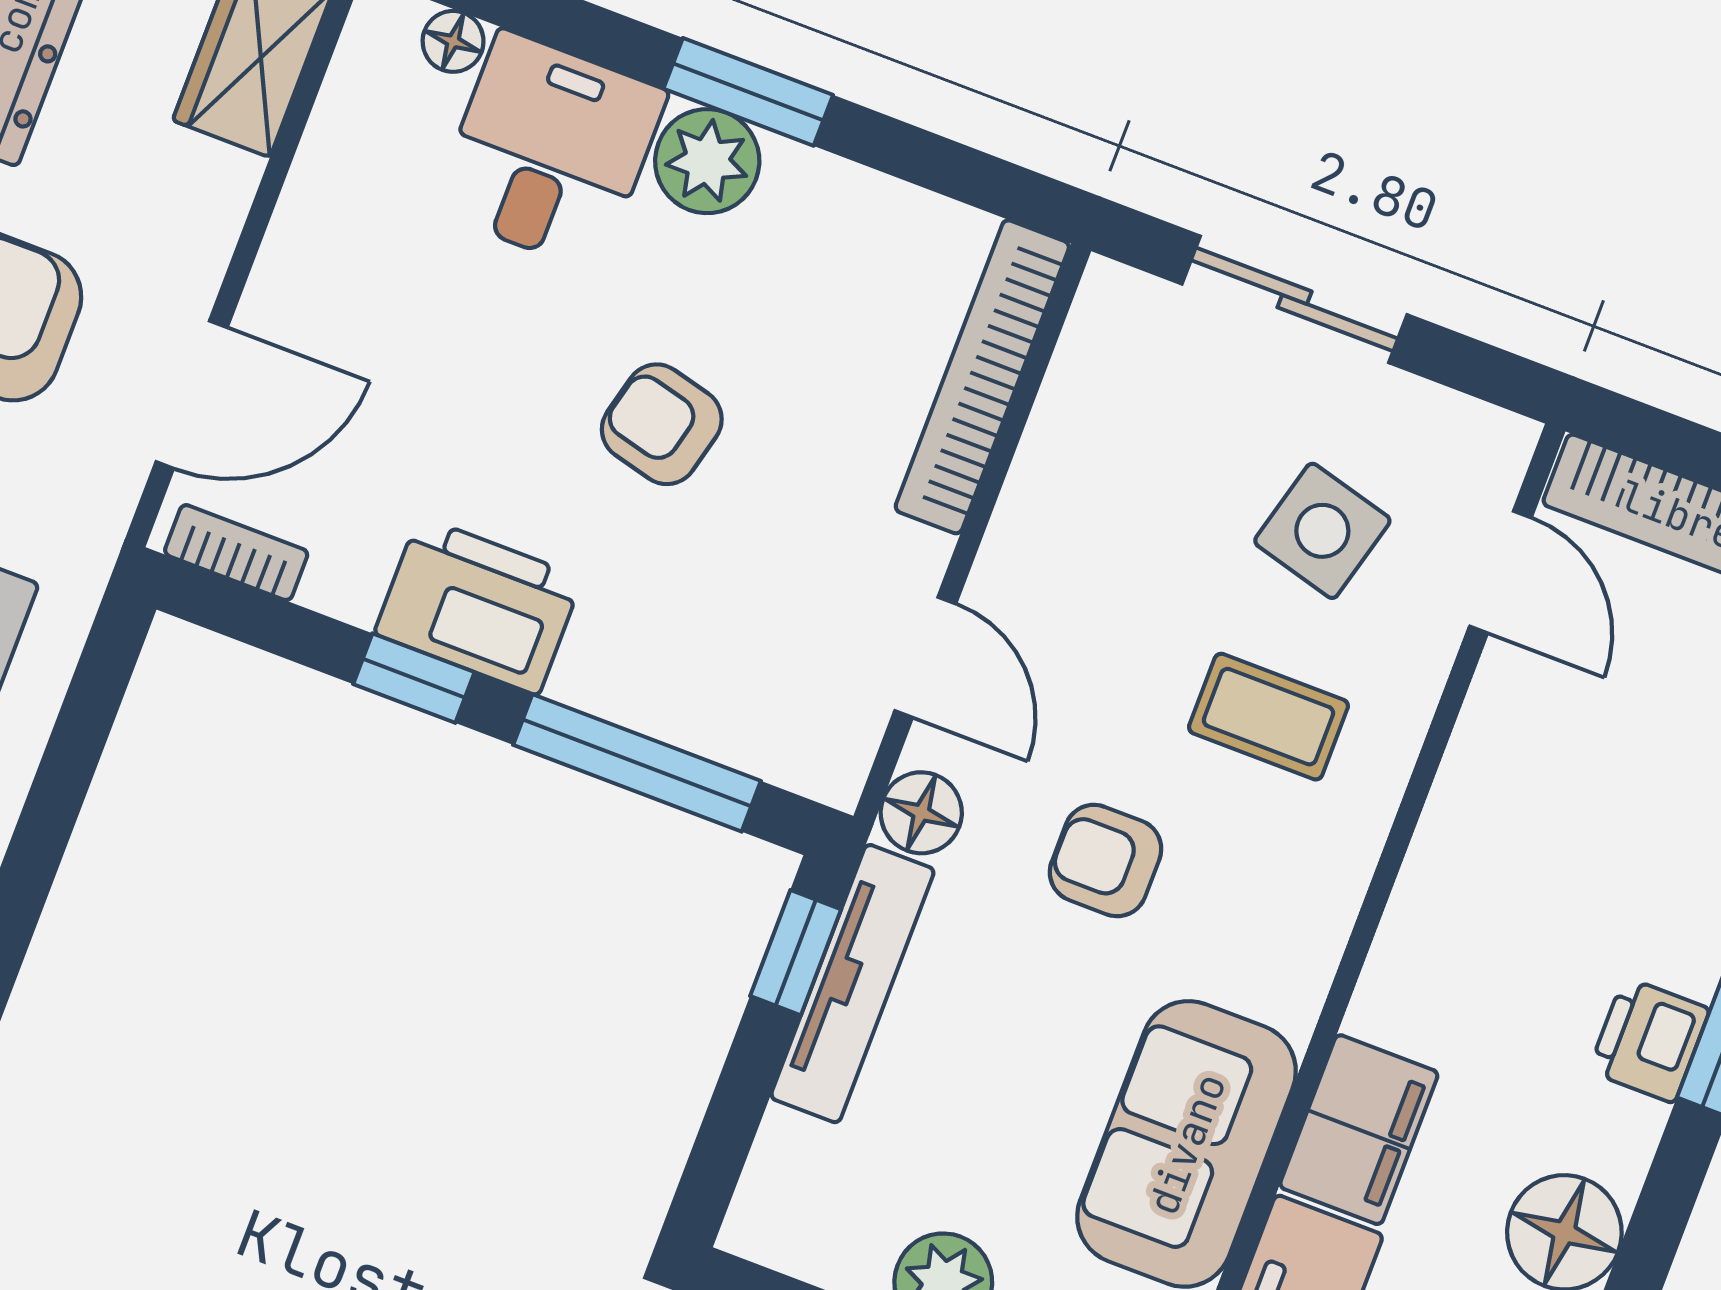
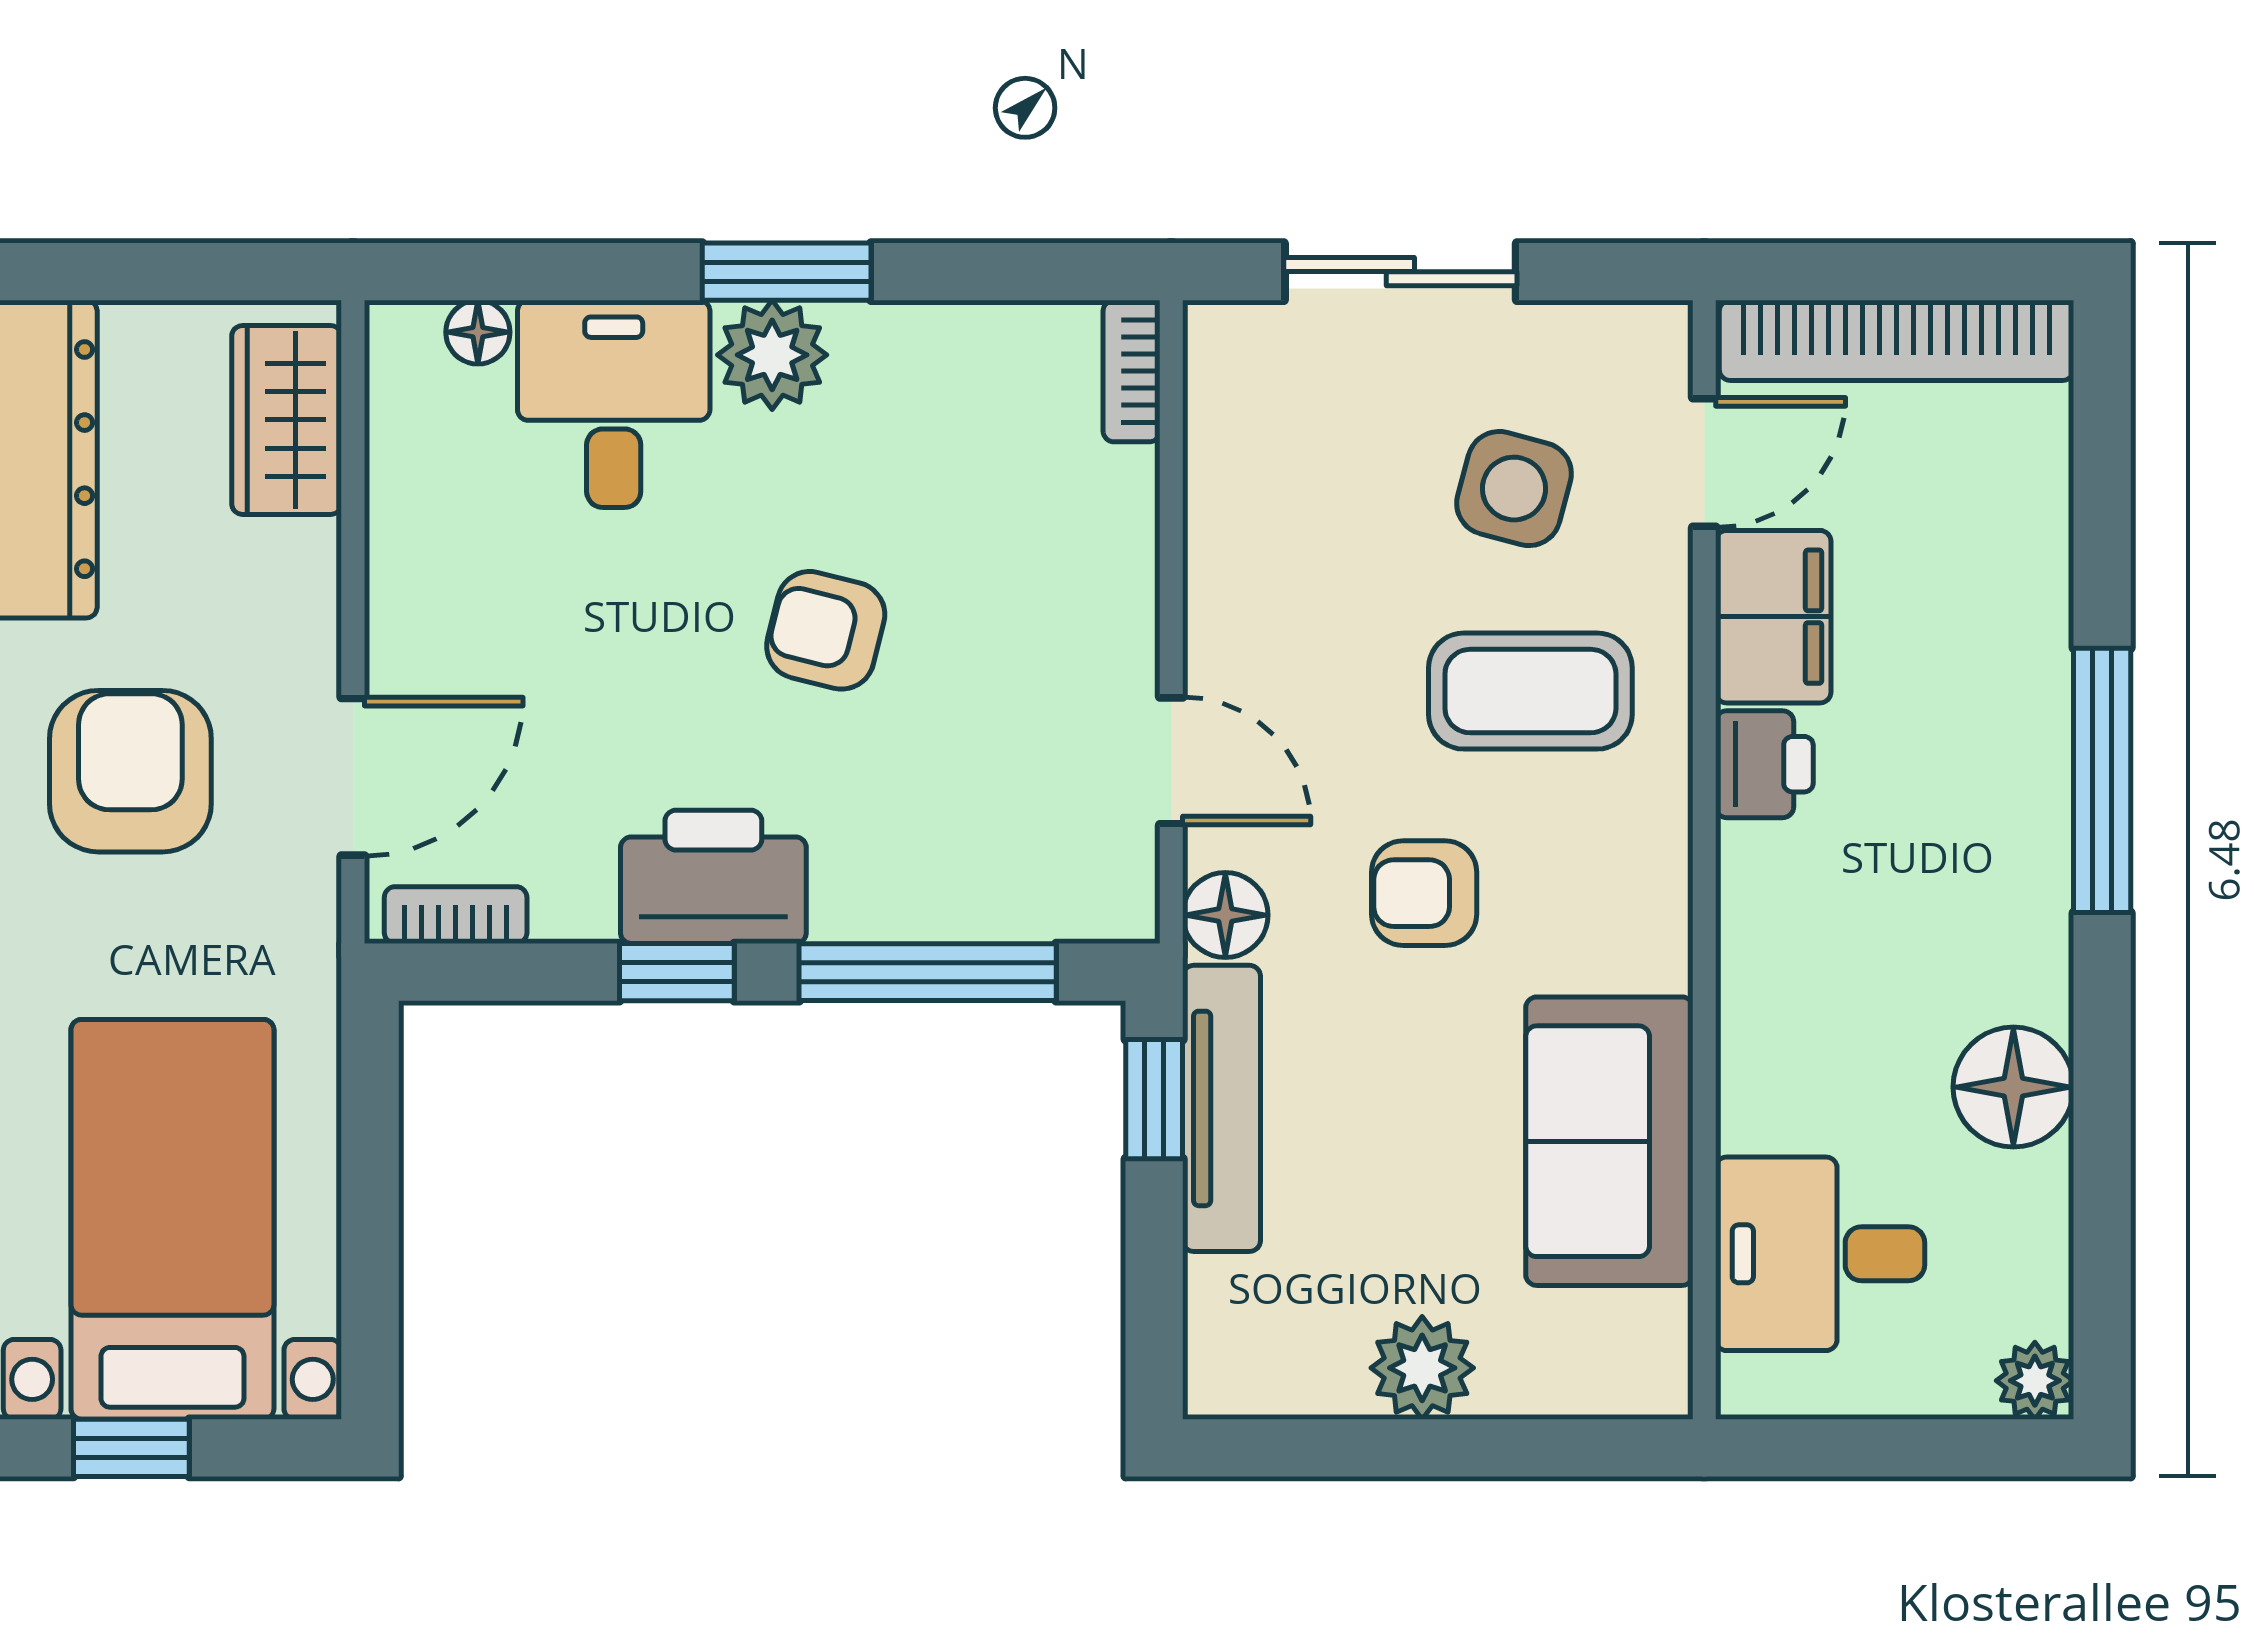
bookcase: (982, 377) -> (1132, 371), width x0.43, depth x0.76
door: (1500, 572) -> (1704, 463), hinge flipped
coffee table: (1268, 717) -> (1530, 691), width x1.36, depth x1.30
printer: (1649, 1040) -> (1764, 764), moved, turned 180
filing cabinet: (1359, 1130) -> (1773, 617), moved

